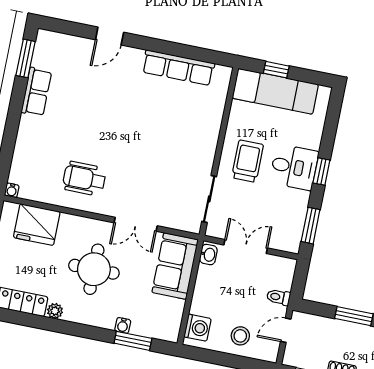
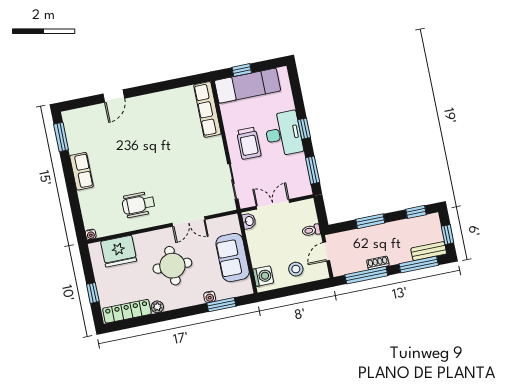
row of seats: (178, 68) -> (207, 109), moved, turned 90
row of seats: (36, 92) -> (82, 171), moved
trolley: (248, 161) -> (249, 143), turned 180
desk: (294, 167) -> (283, 134), width x1.37
sofa: (175, 266) -> (233, 258), moved

